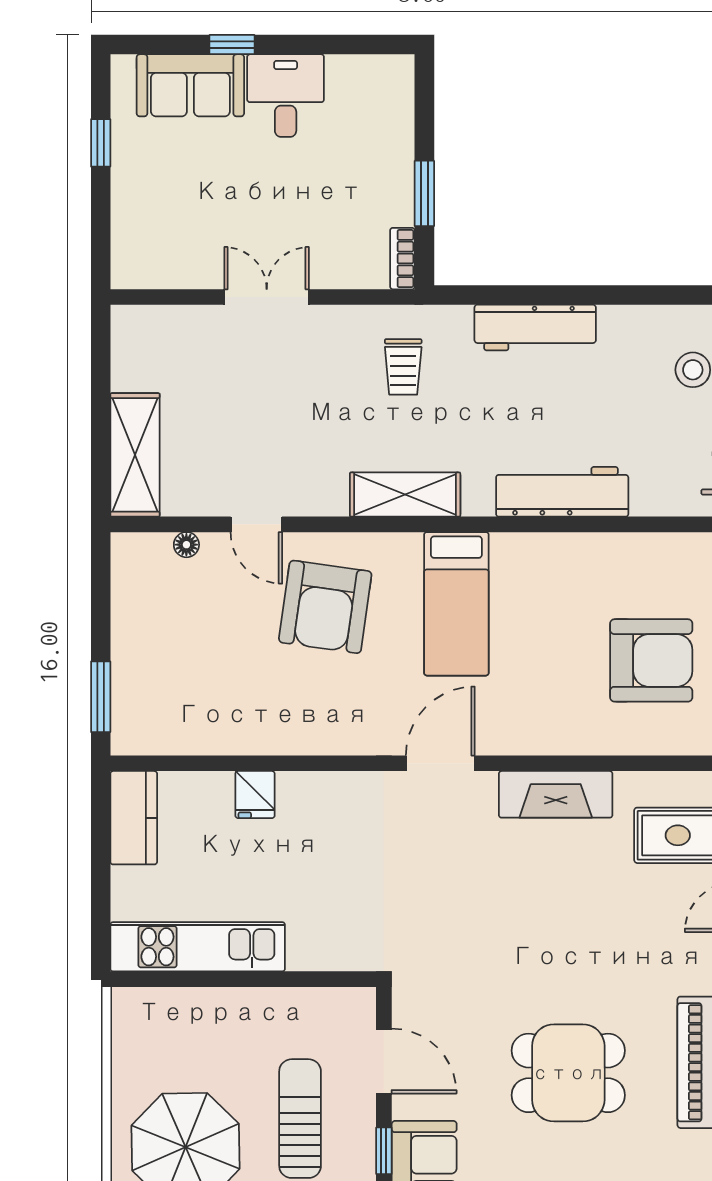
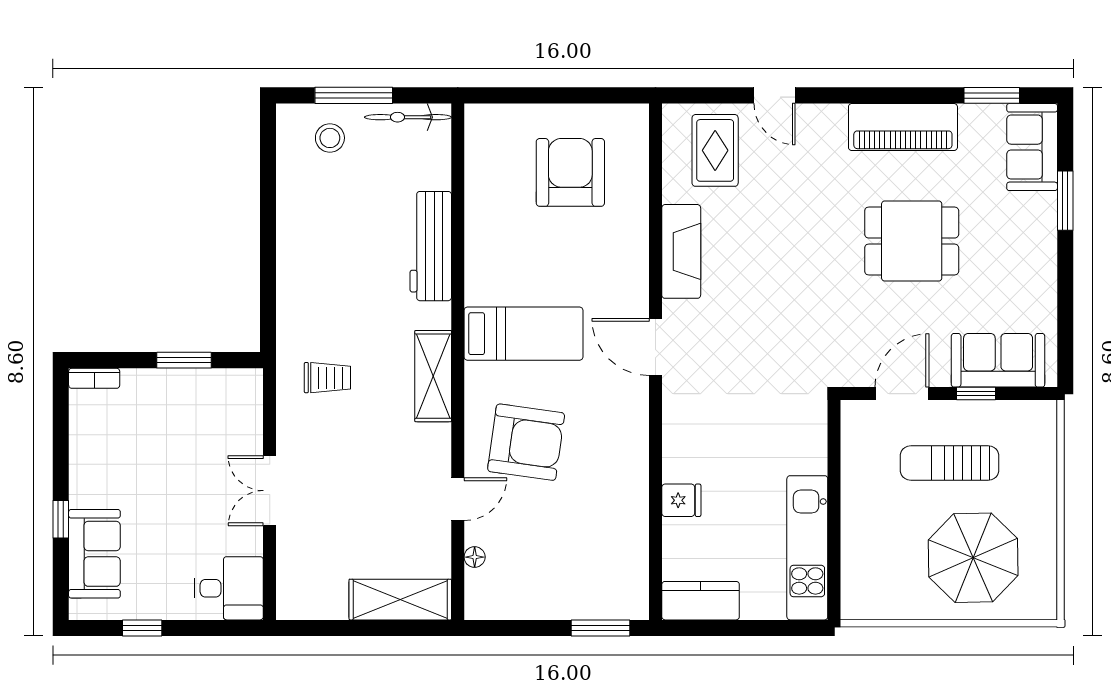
desk: (286, 96) -> (229, 588), moved, turned 180
bookcase: (402, 259) -> (94, 378), moved
workbench: (535, 328) -> (295, 268), removed
dining table: (568, 1073) -> (912, 241), turned 90

